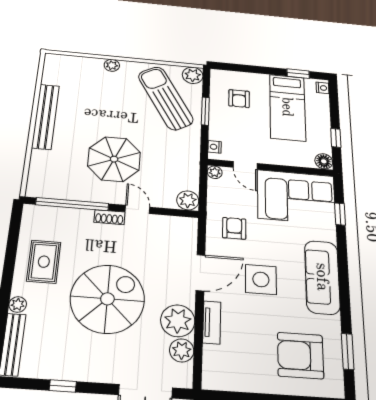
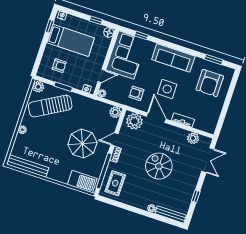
bench: (46, 116) -> (28, 166), moved
barbecue: (43, 172) -> (82, 182), added
rug: (44, 262) -> (115, 183), moved, turned 90
spiral stairs: (107, 299) -> (159, 166), width x0.73, depth x0.73
plant: (178, 321) -> (134, 121), moved

